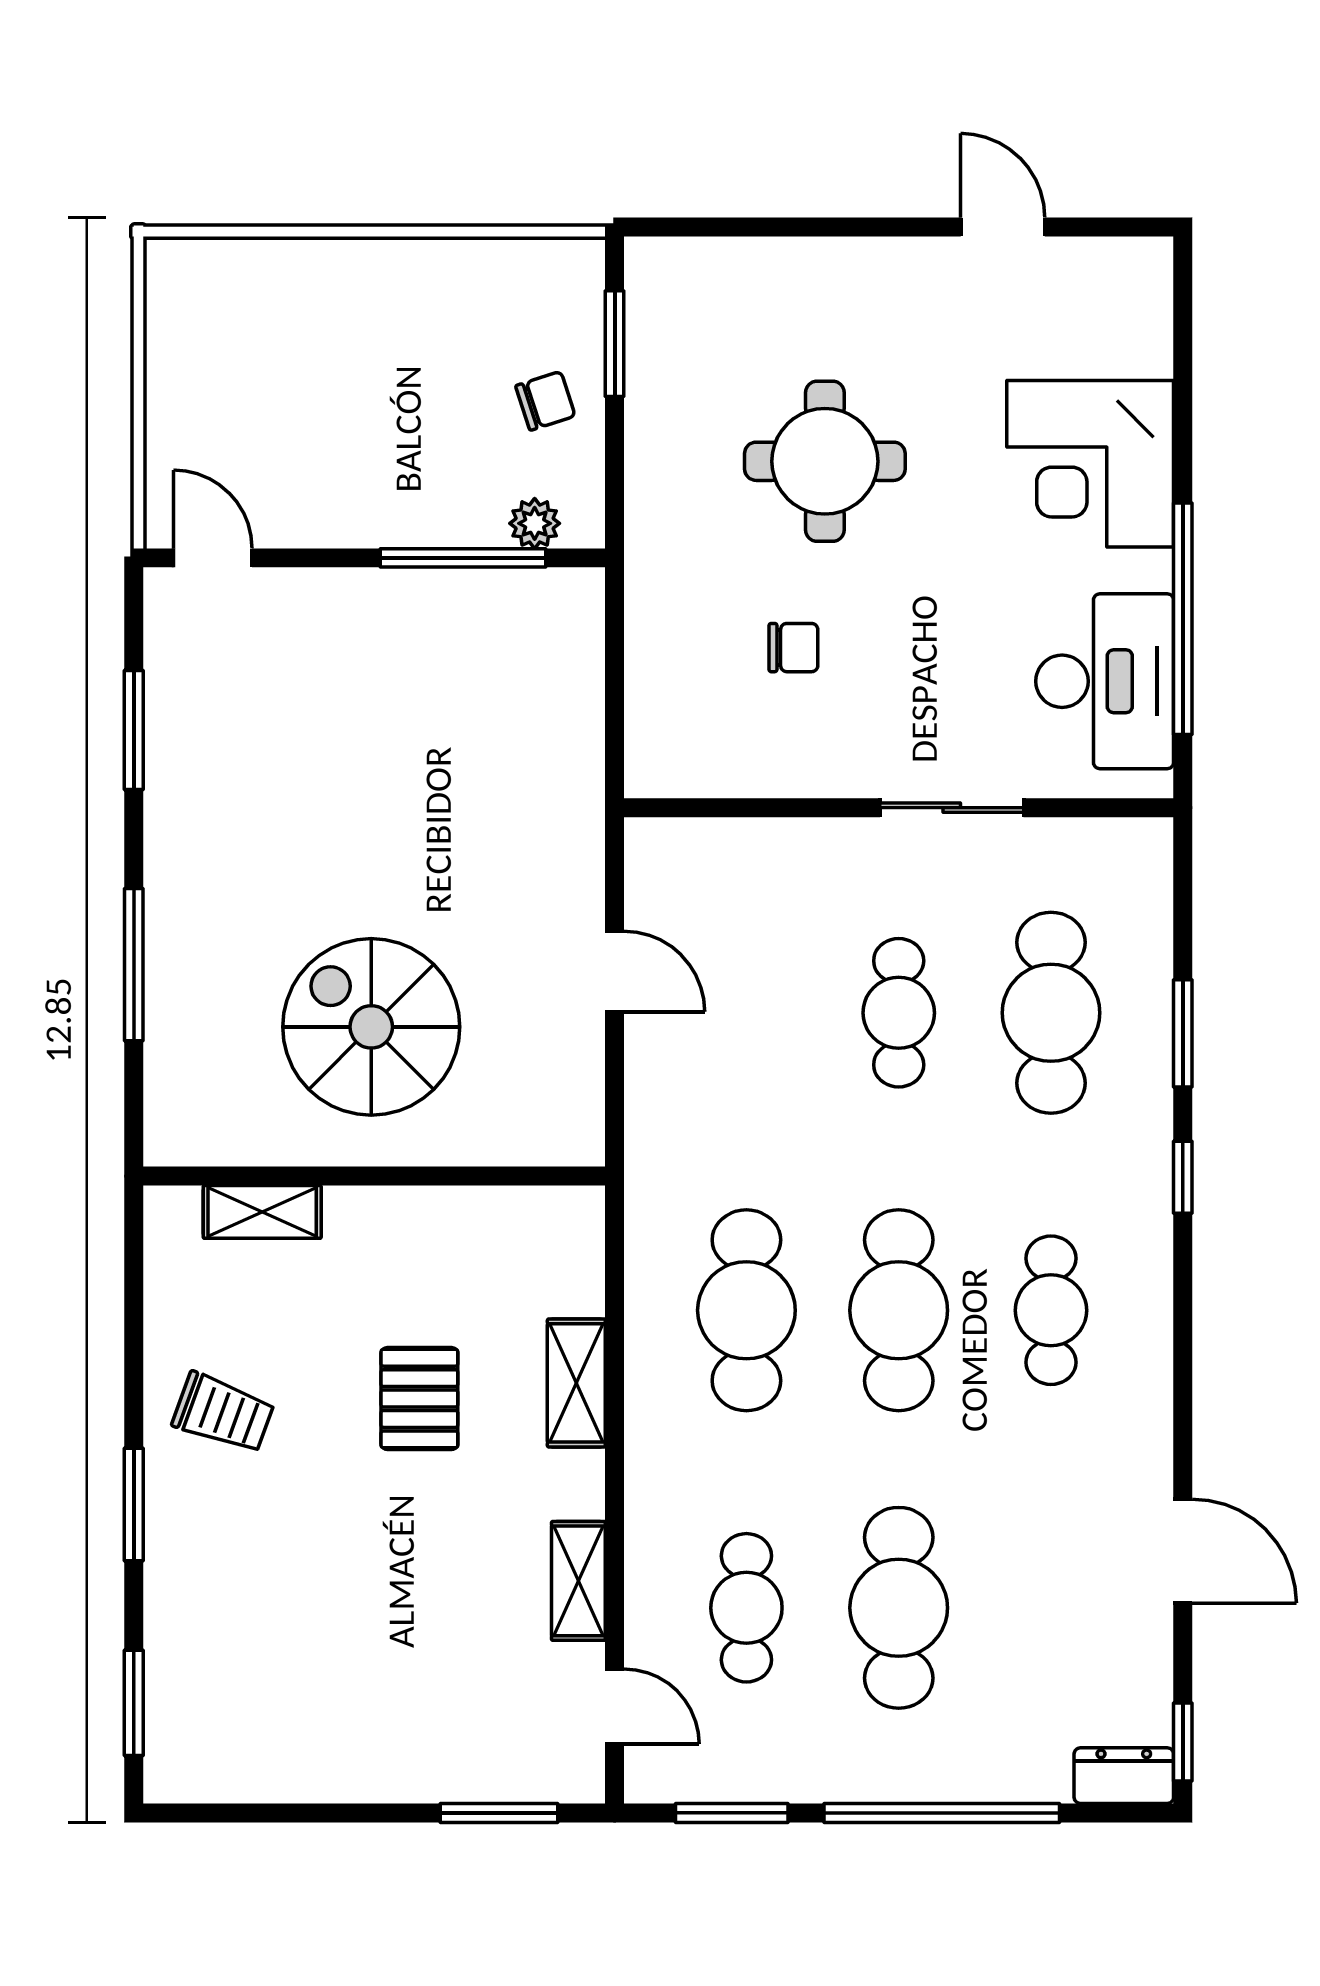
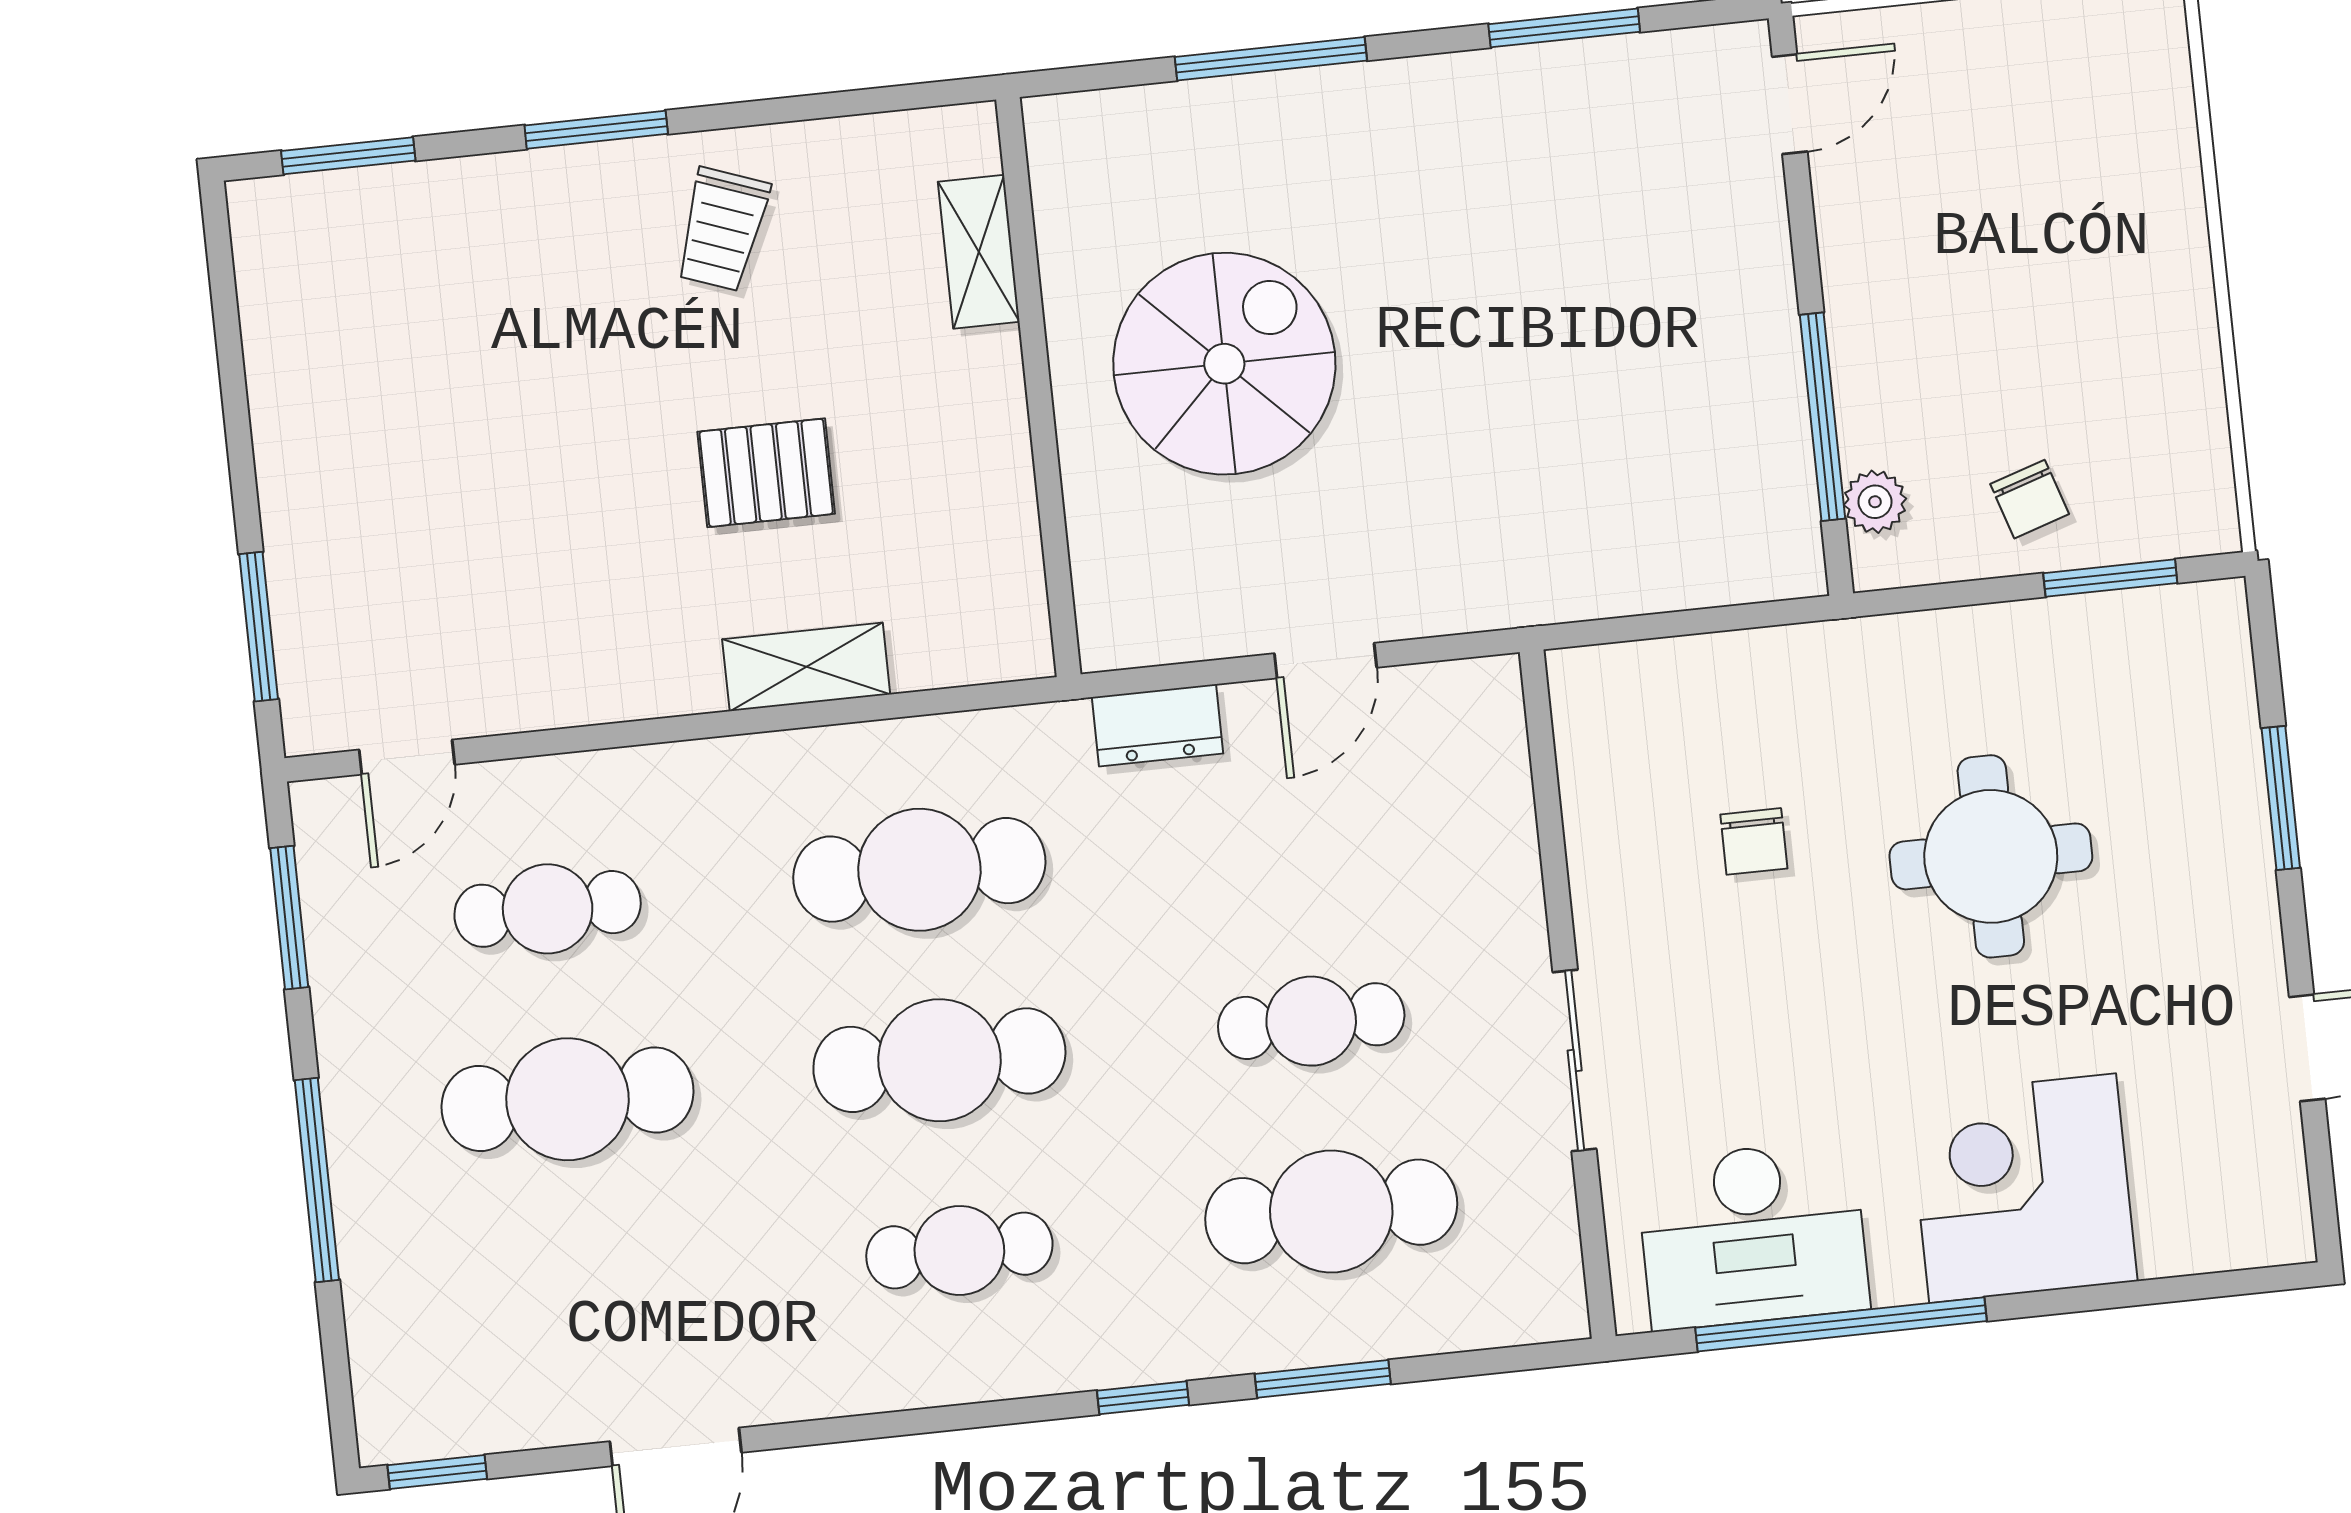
window: (803, 227) -> (2281, 798), added
shelving: (578, 1581) -> (559, 695), removed
dresser: (1124, 1776) -> (1158, 725), moved, turned 90
window: (942, 1813) -> (317, 1180), width x0.68

